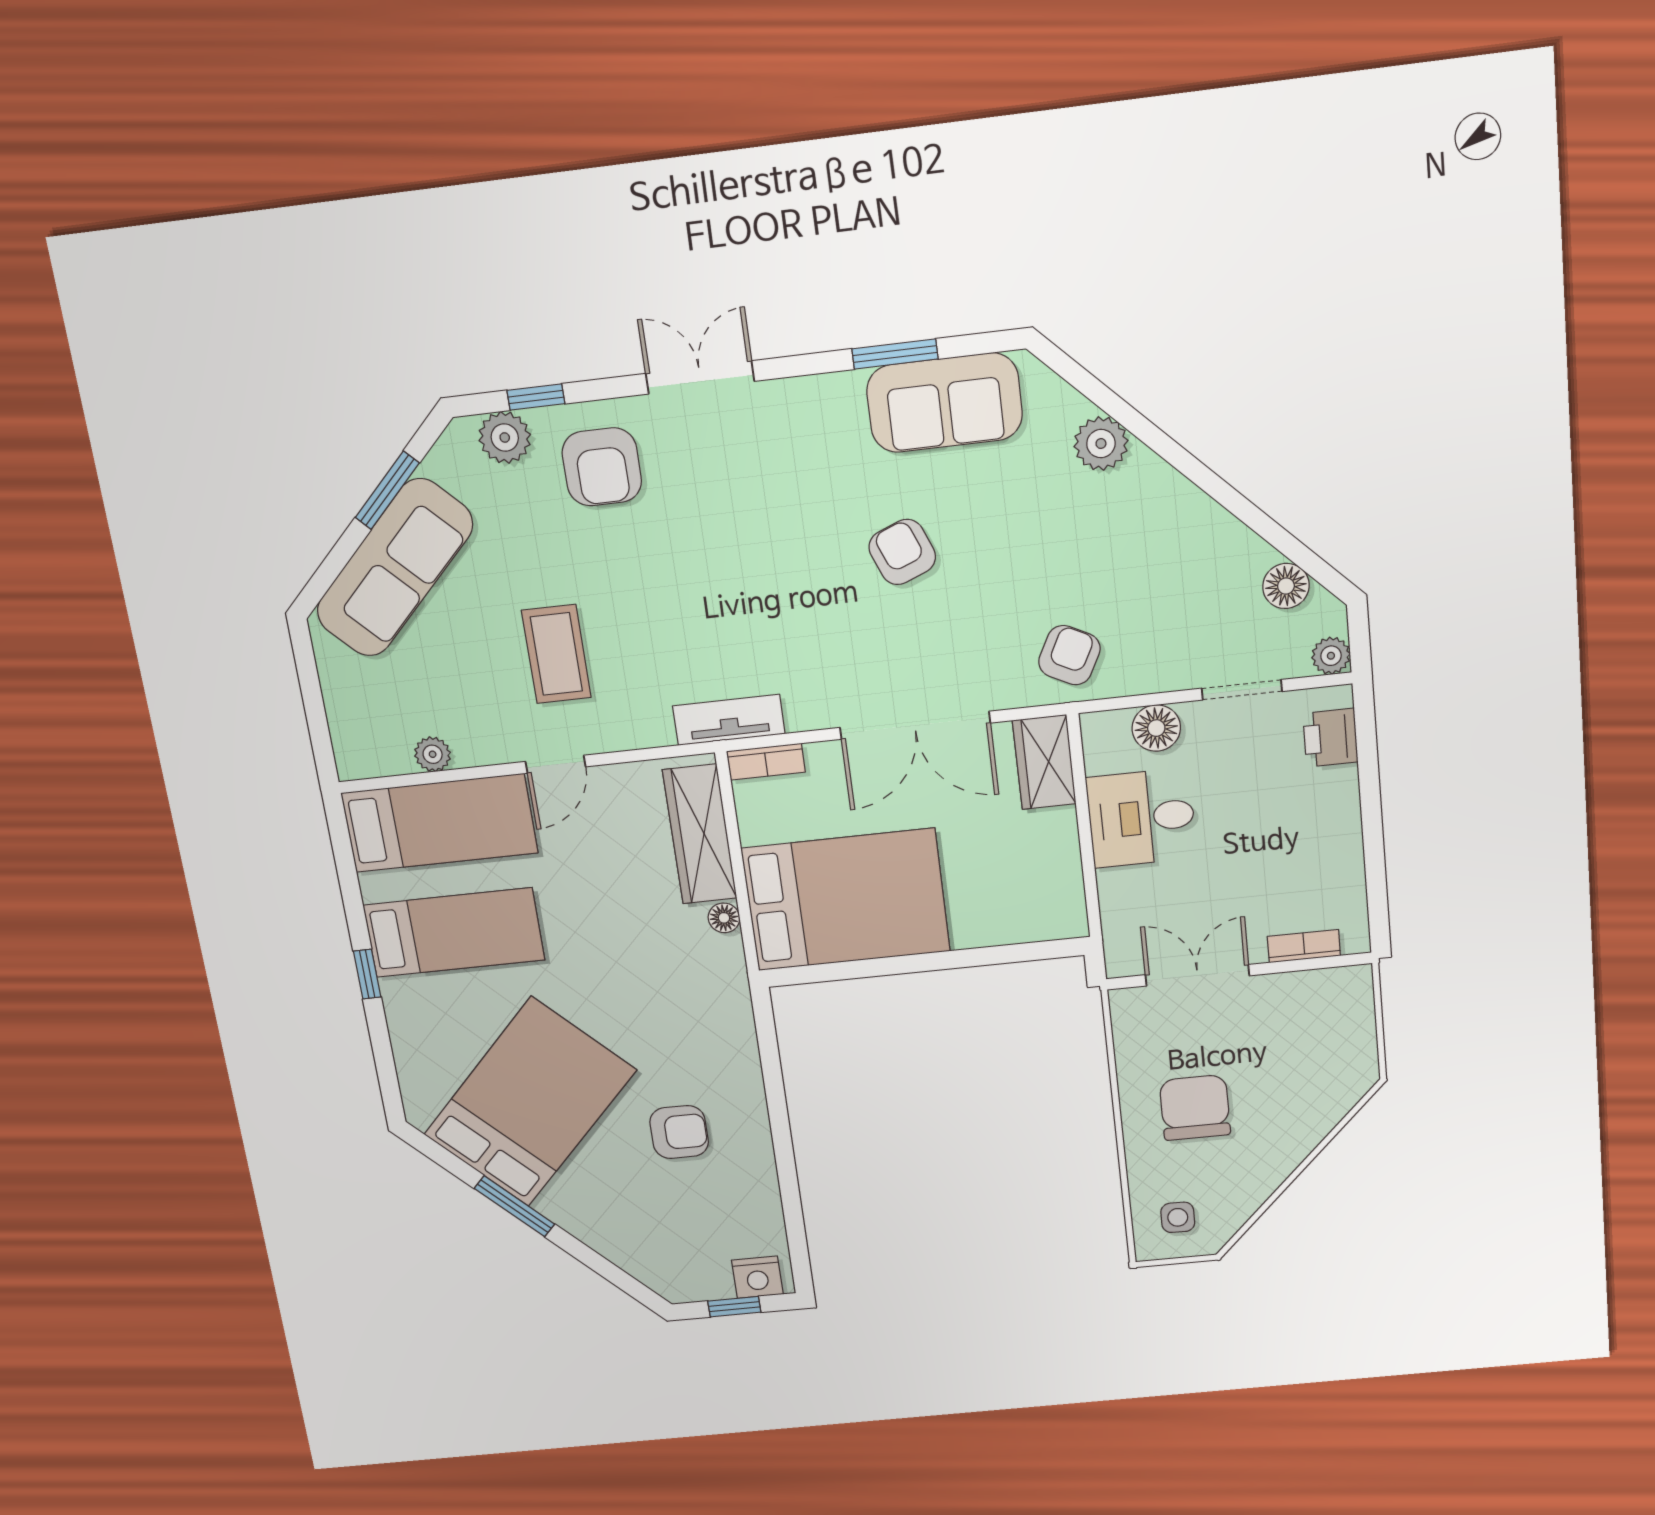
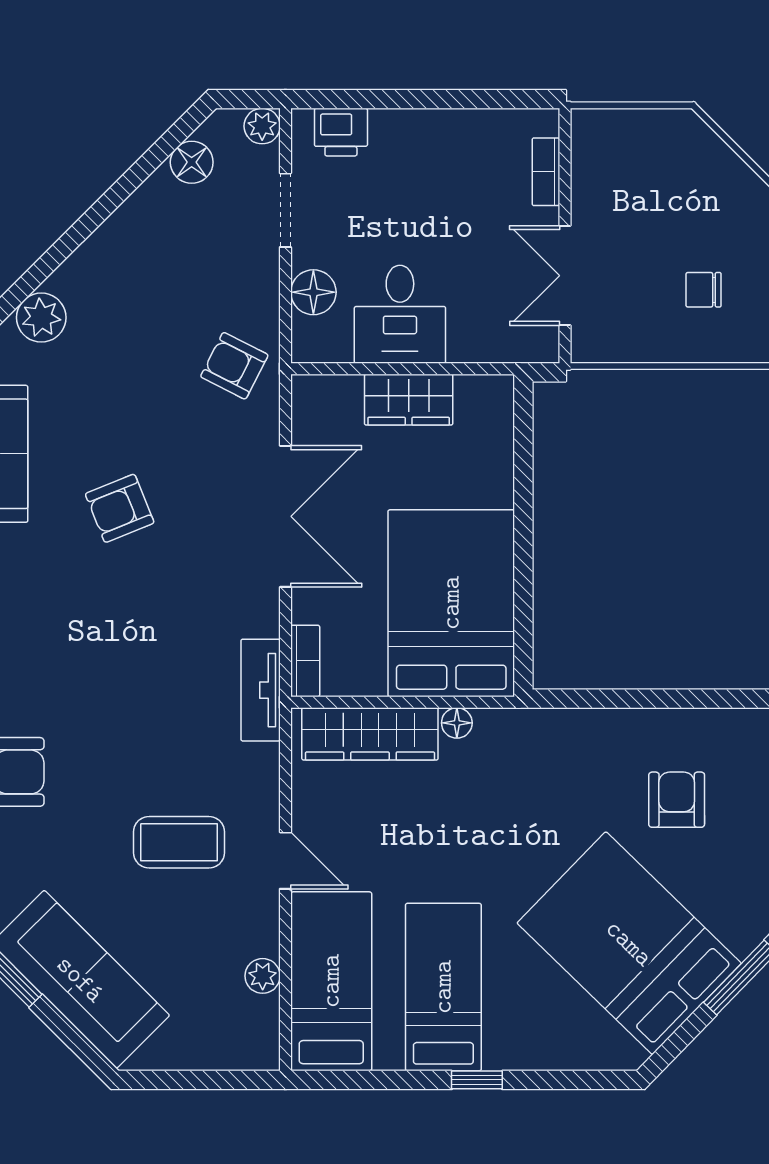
wardrobe: (1044, 762) -> (409, 400), moved
chair: (1195, 1108) -> (704, 290), width x0.54, depth x0.54

